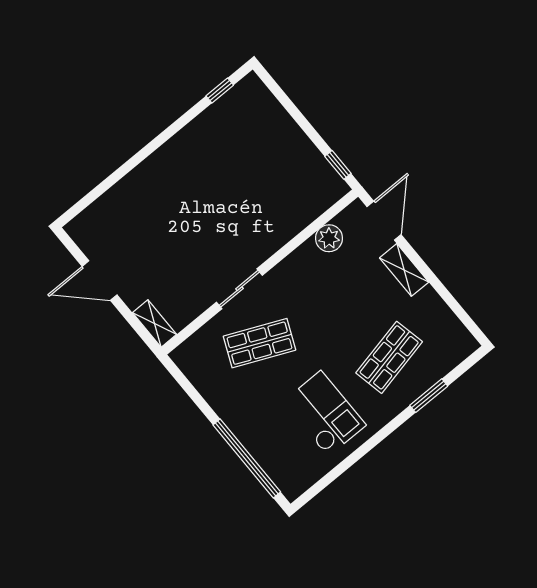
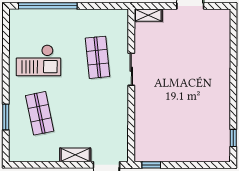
plant: (329, 238) -> (120, 132), removed
shop shelf: (260, 343) -> (97, 57), turned -30

